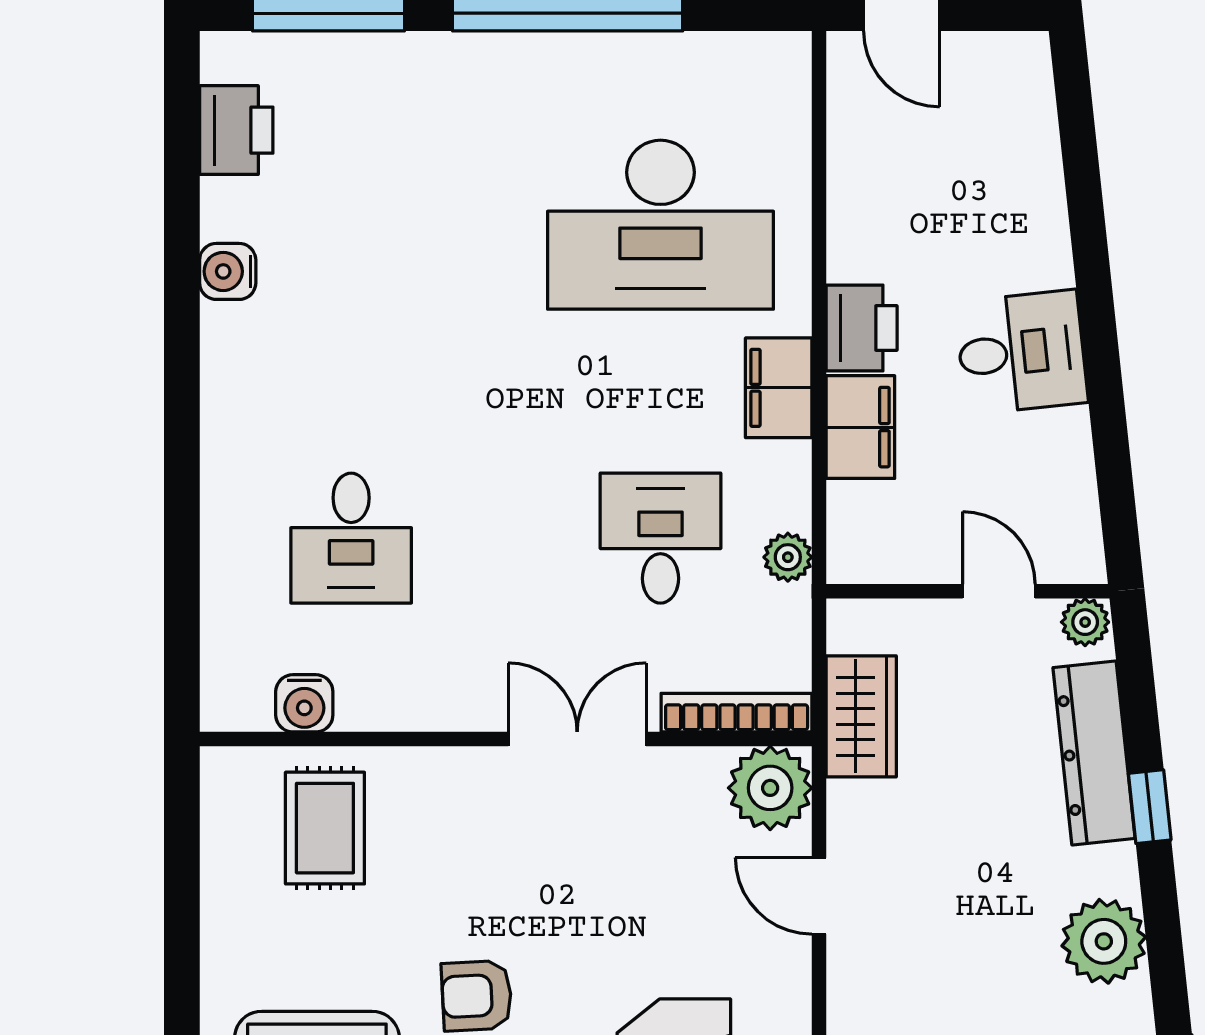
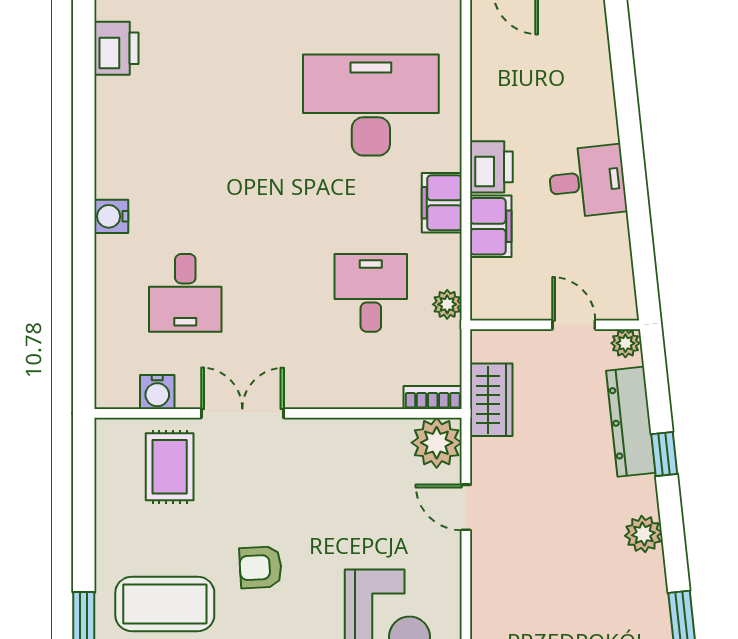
desk: (660, 225) -> (371, 105), turned 180
water cooler: (228, 271) -> (111, 216), moved
bookcase: (737, 713) -> (433, 398), width x0.64
double door: (577, 739) -> (242, 413), moved
plant: (1104, 941) -> (643, 534), width x0.73, depth x0.73

